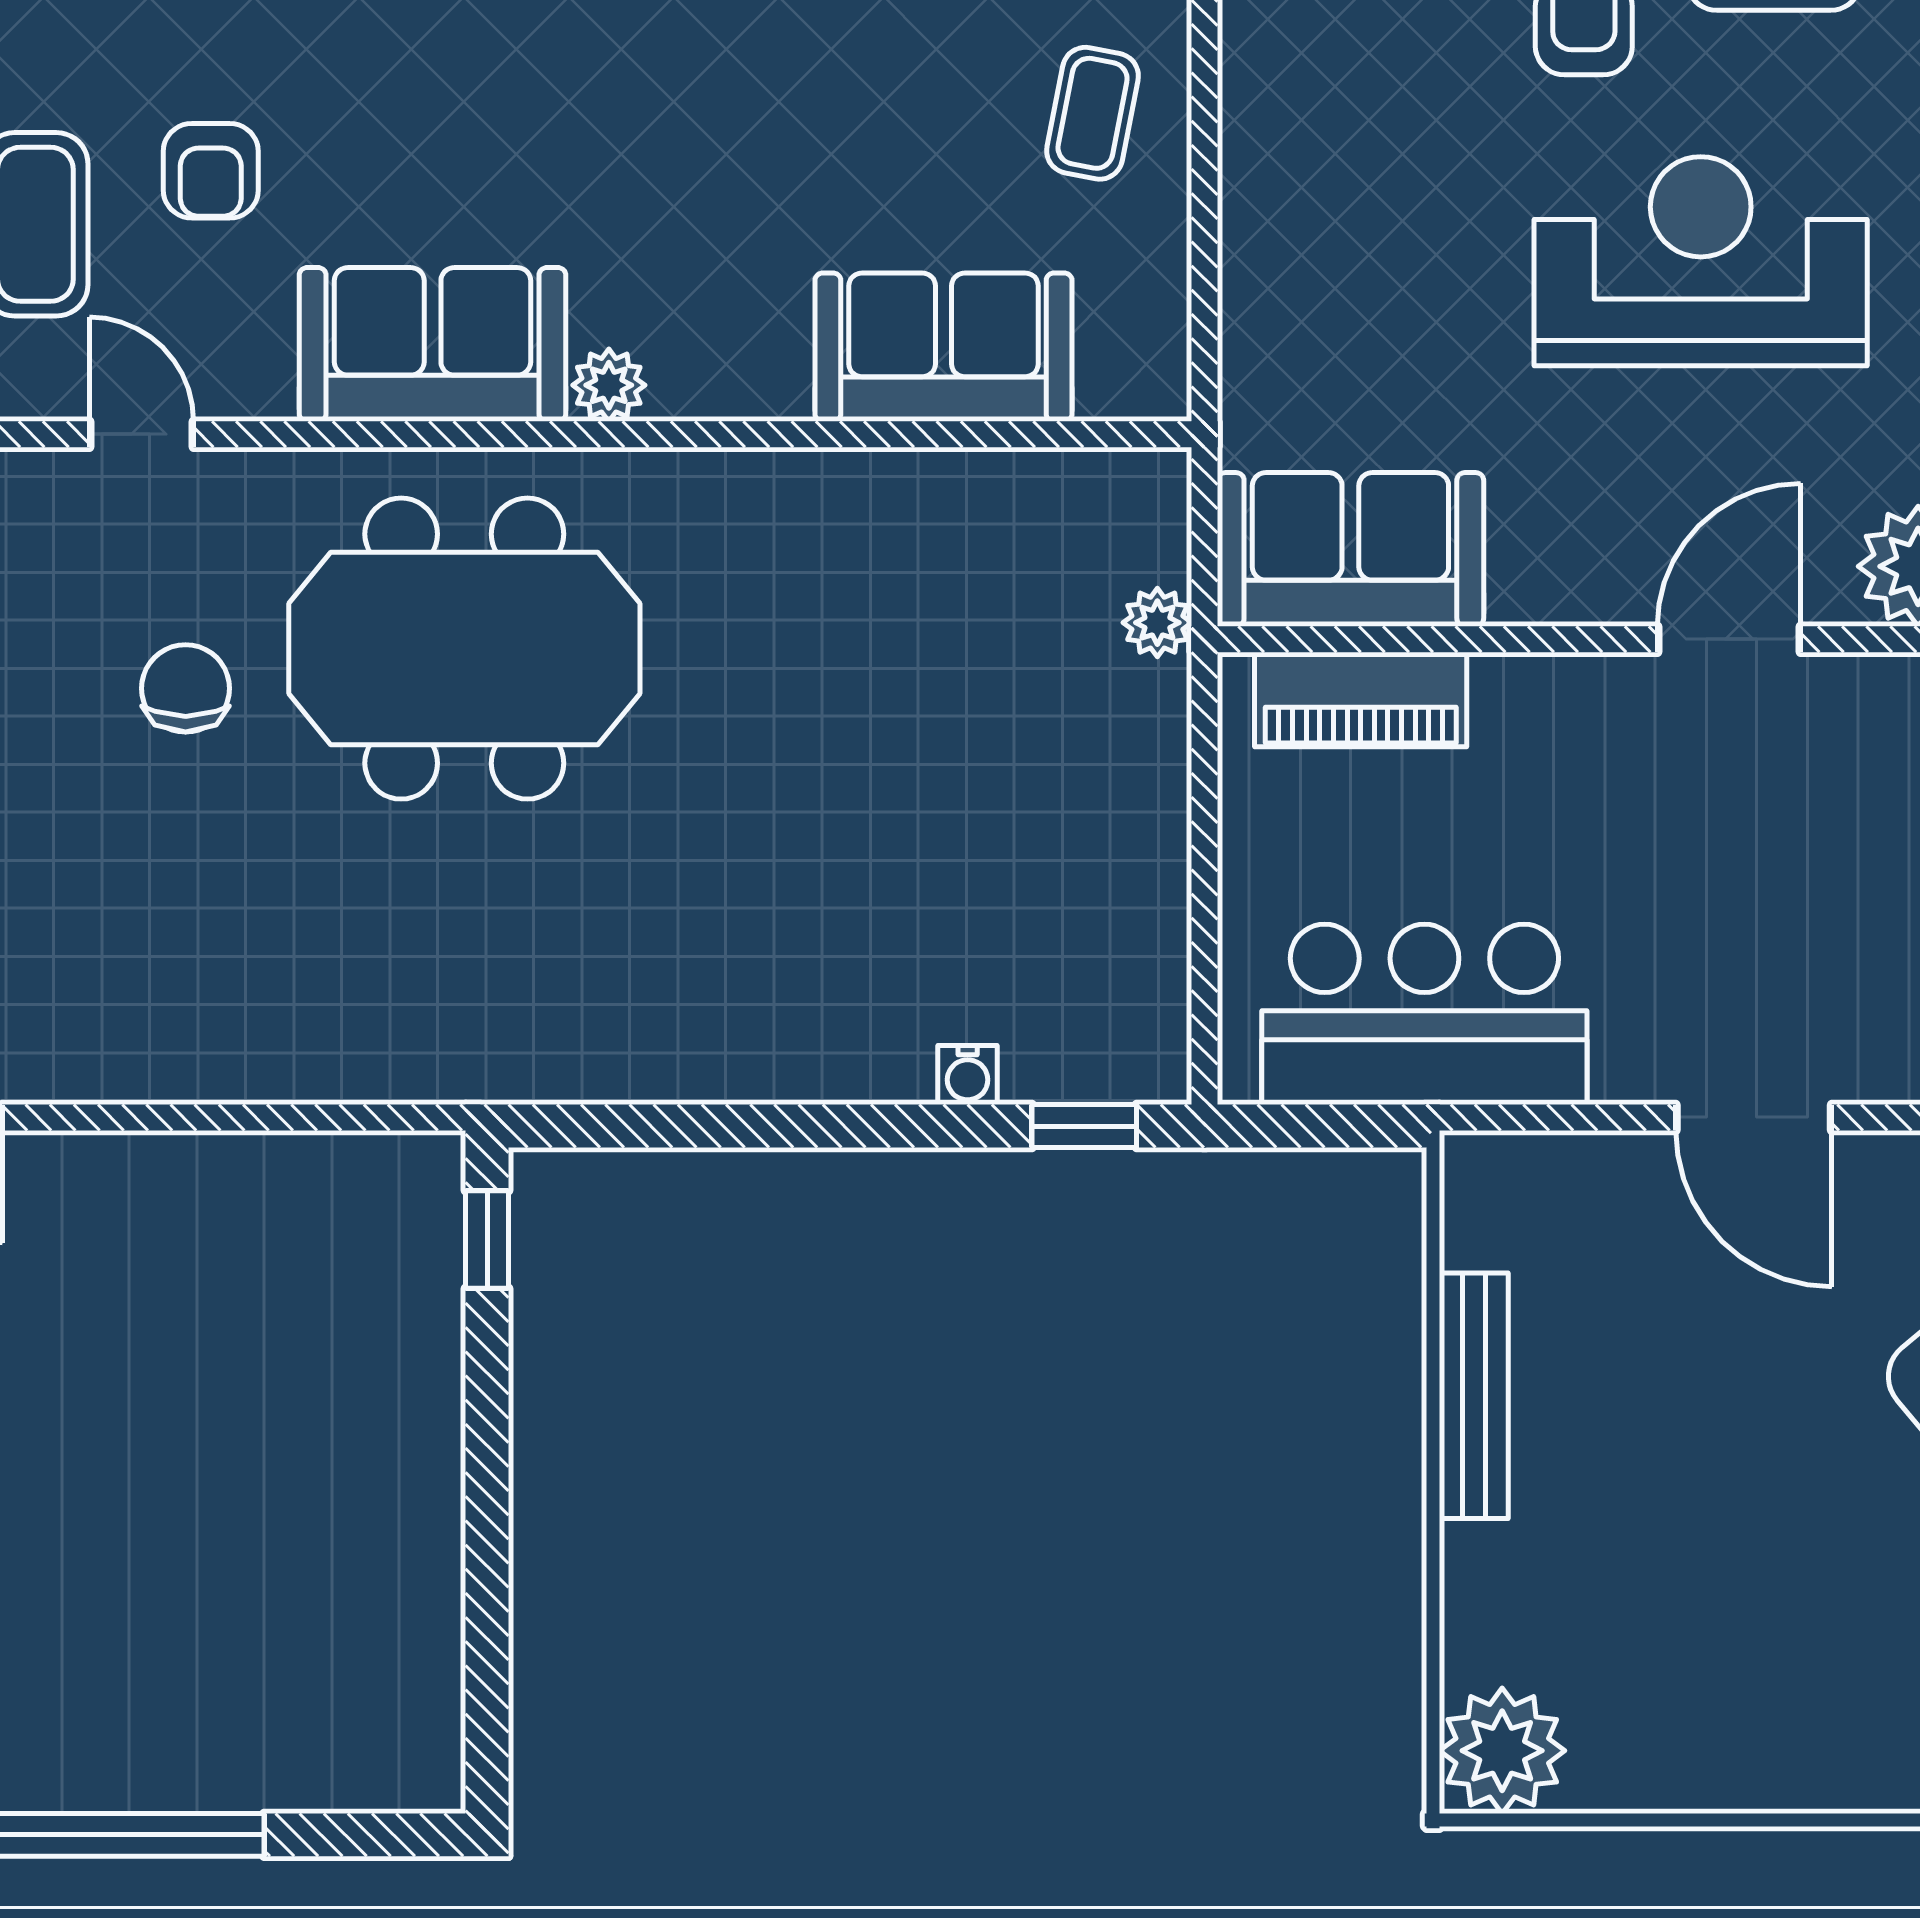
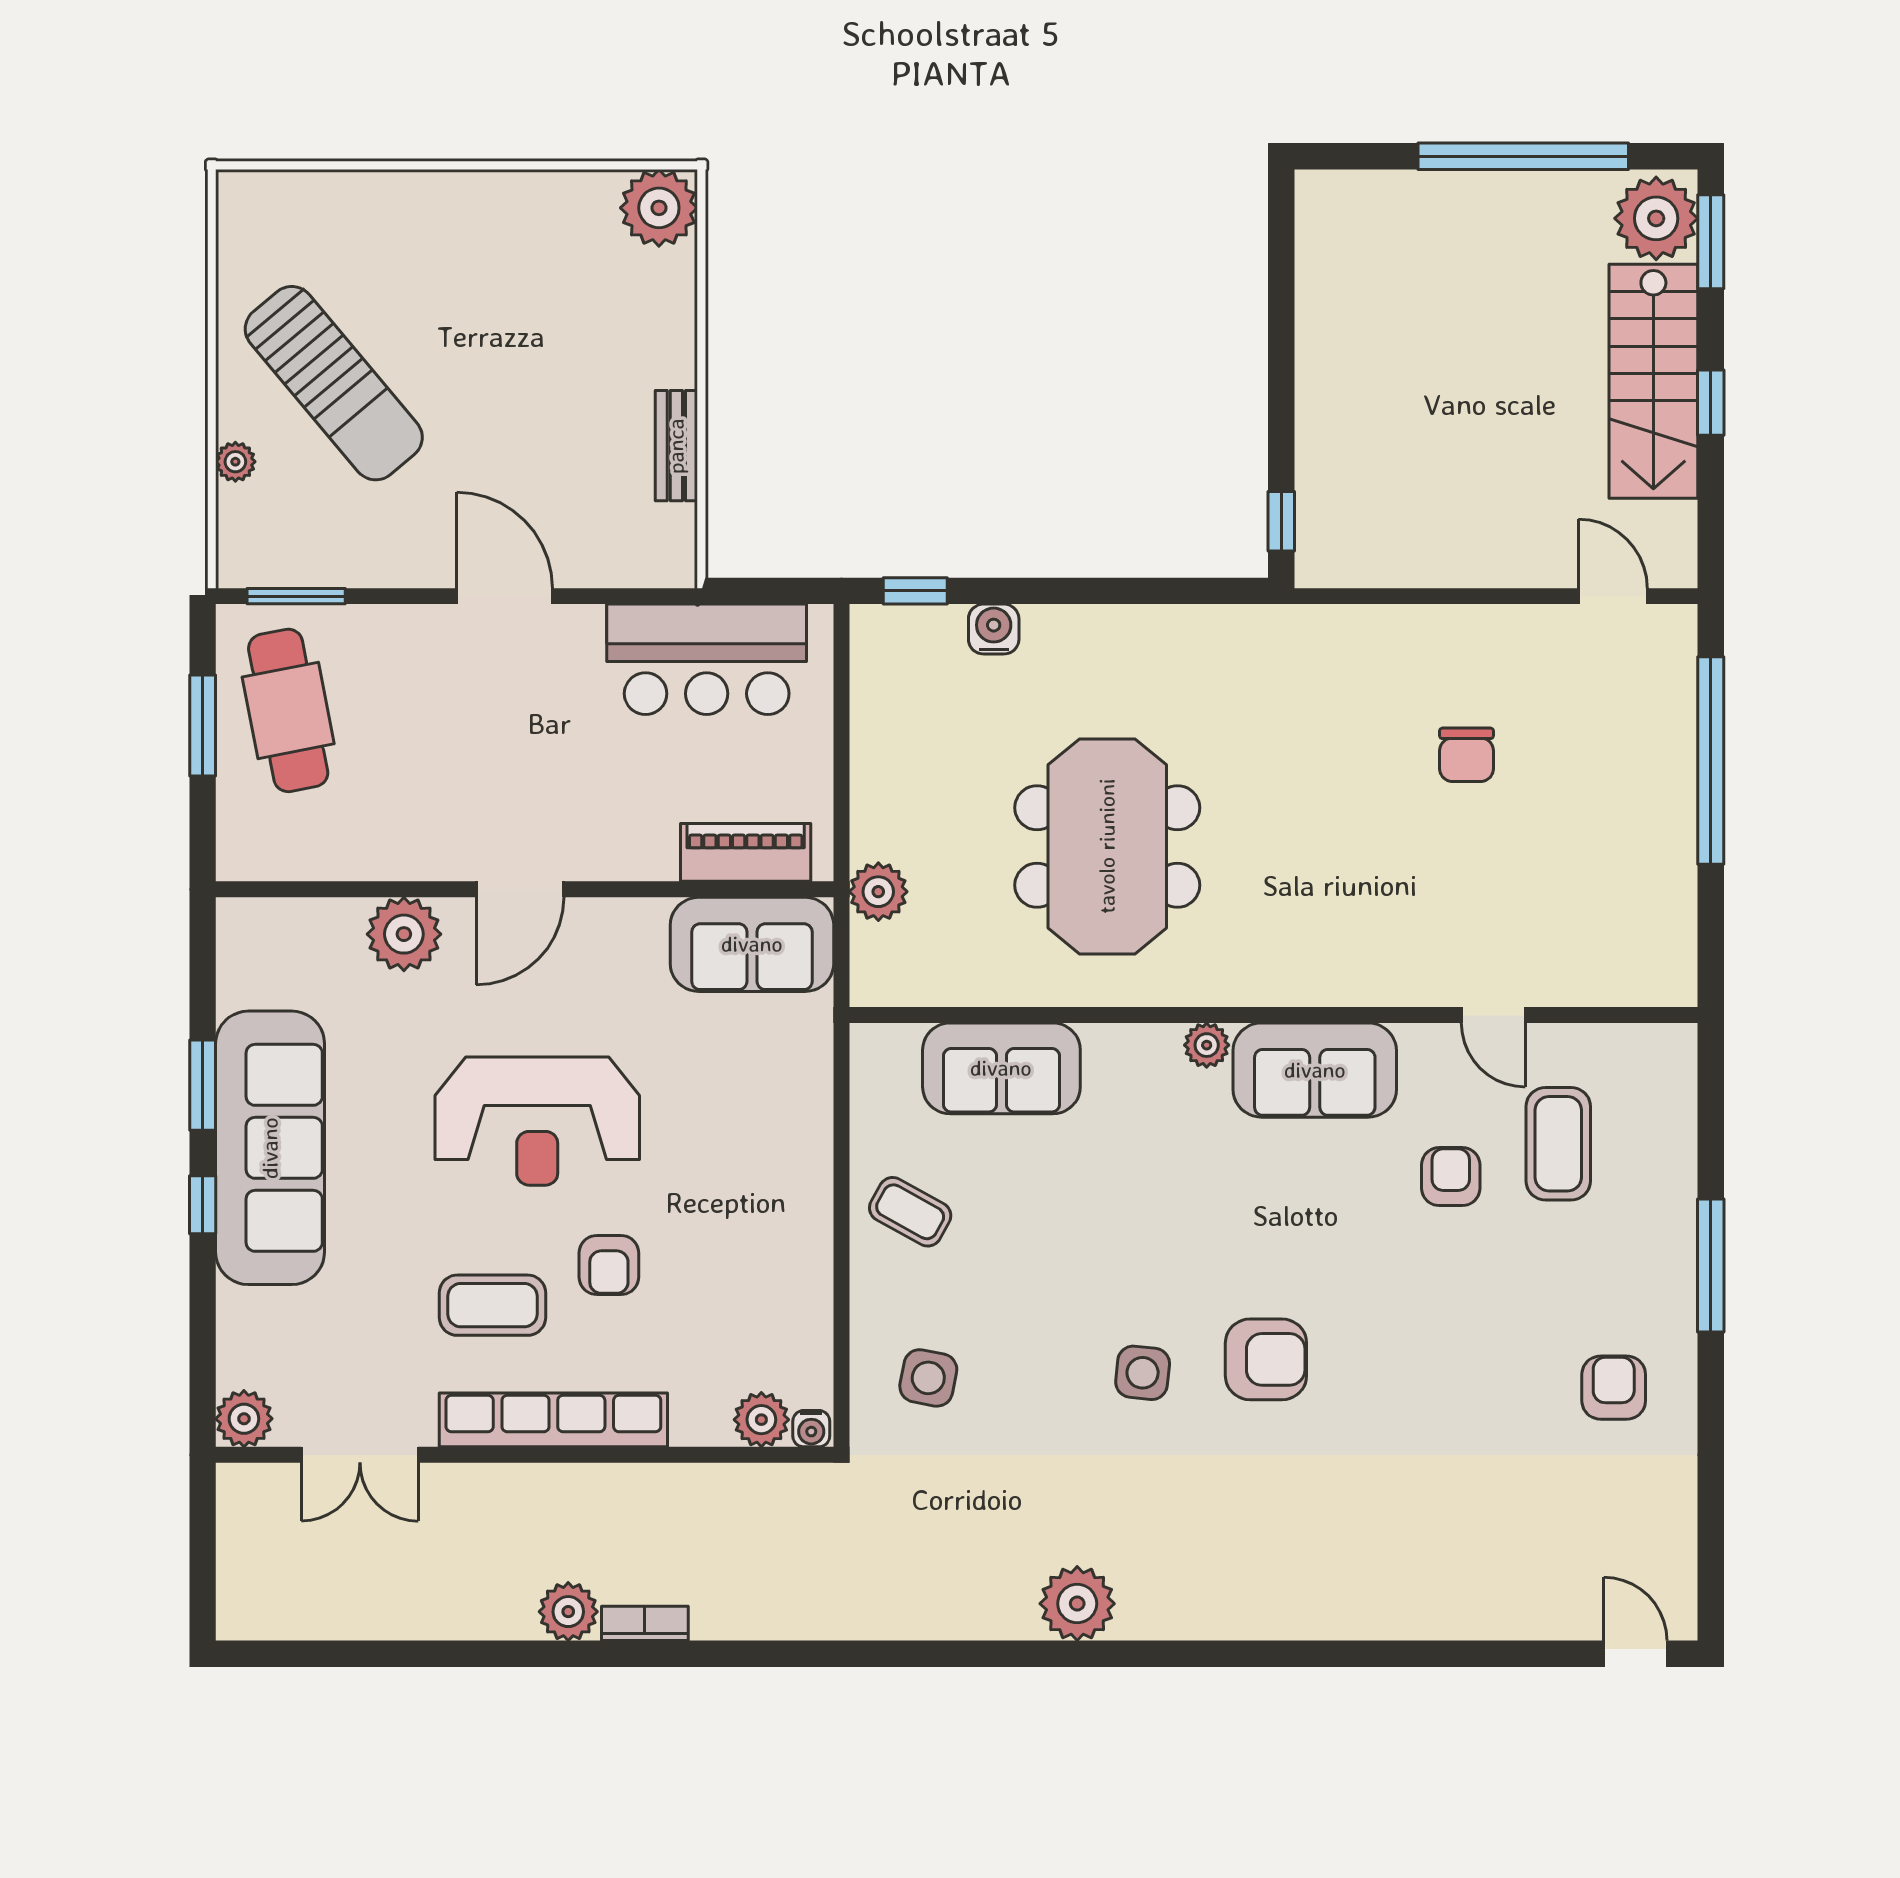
coffee table: (1093, 113) -> (910, 1212), turned -72
plant: (1157, 623) -> (878, 892), width x1.38, depth x1.38
meeting table: (464, 649) -> (1107, 846), moved, turned 90
chair: (186, 688) -> (1467, 755), moved
water cooler: (968, 1075) -> (994, 629), width x1.38, depth x1.38
bench: (1474, 1396) -> (676, 446), width x0.73

